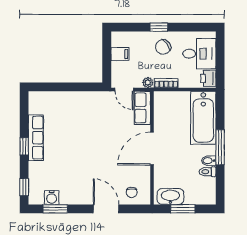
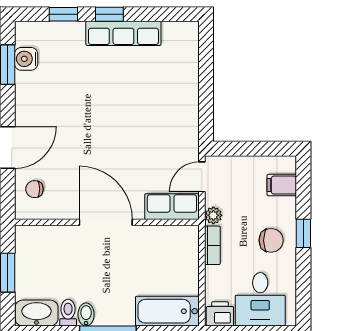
chair: (163, 47) -> (271, 240), turned 125
filing cabinet: (120, 54) -> (282, 185), moved, turned 90
bathtub: (203, 118) -> (167, 311), width x0.73, depth x0.73
window: (24, 187) -> (63, 14), moved
washbasin: (170, 196) -> (37, 313), moved, turned -90

